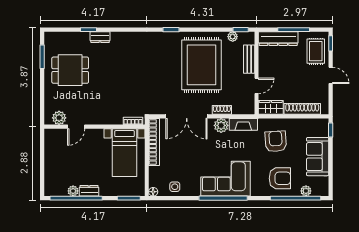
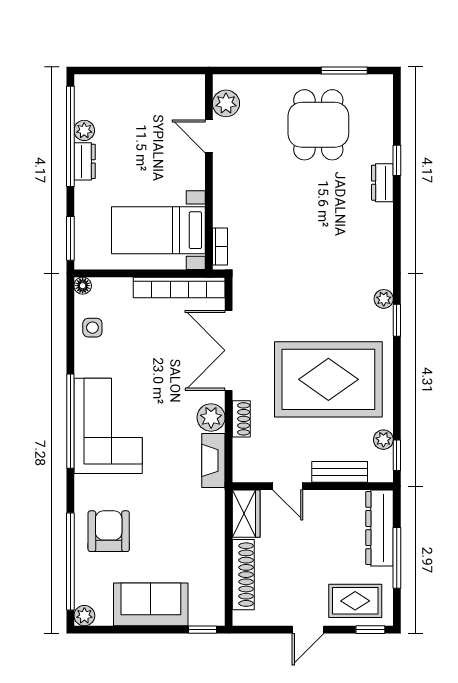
plant: (160, 36) -> (384, 299), added
armchair: (276, 141) -> (180, 523), removed
armchair: (280, 178) -> (109, 531), turned 180
plant: (306, 191) -> (84, 616), moved

